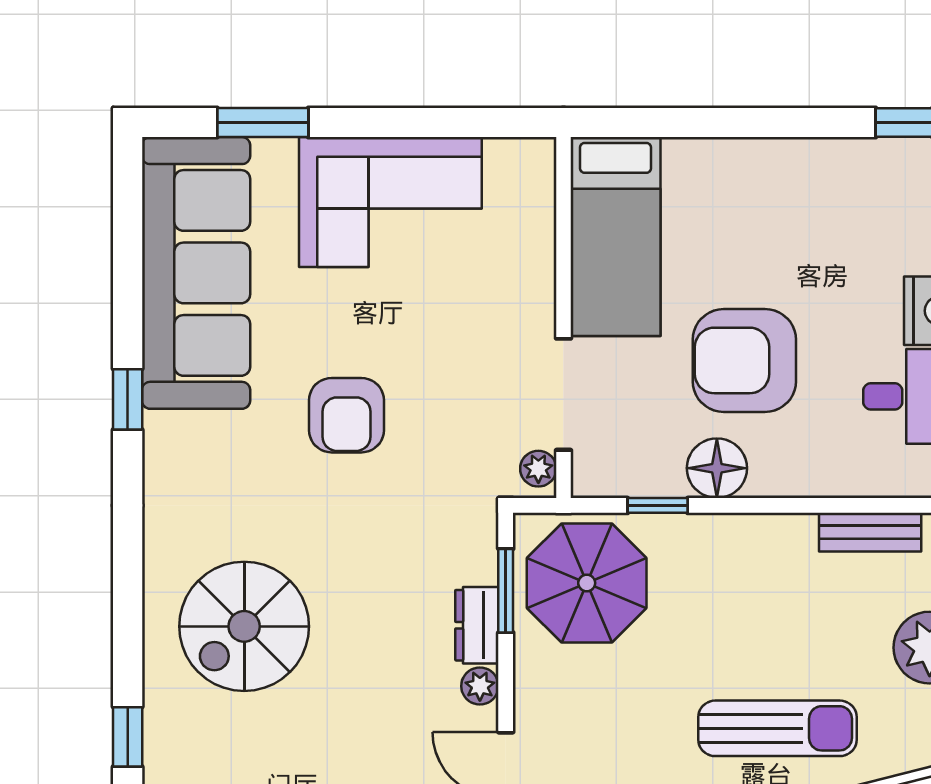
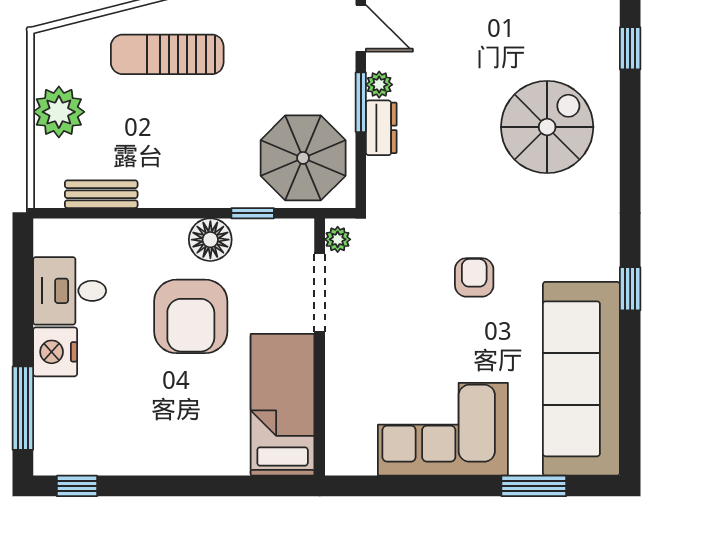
armchair: (744, 360) -> (191, 316), turned 90
armchair: (346, 415) -> (474, 277), width x0.72, depth x0.72
window: (506, 591) -> (361, 102), moved

